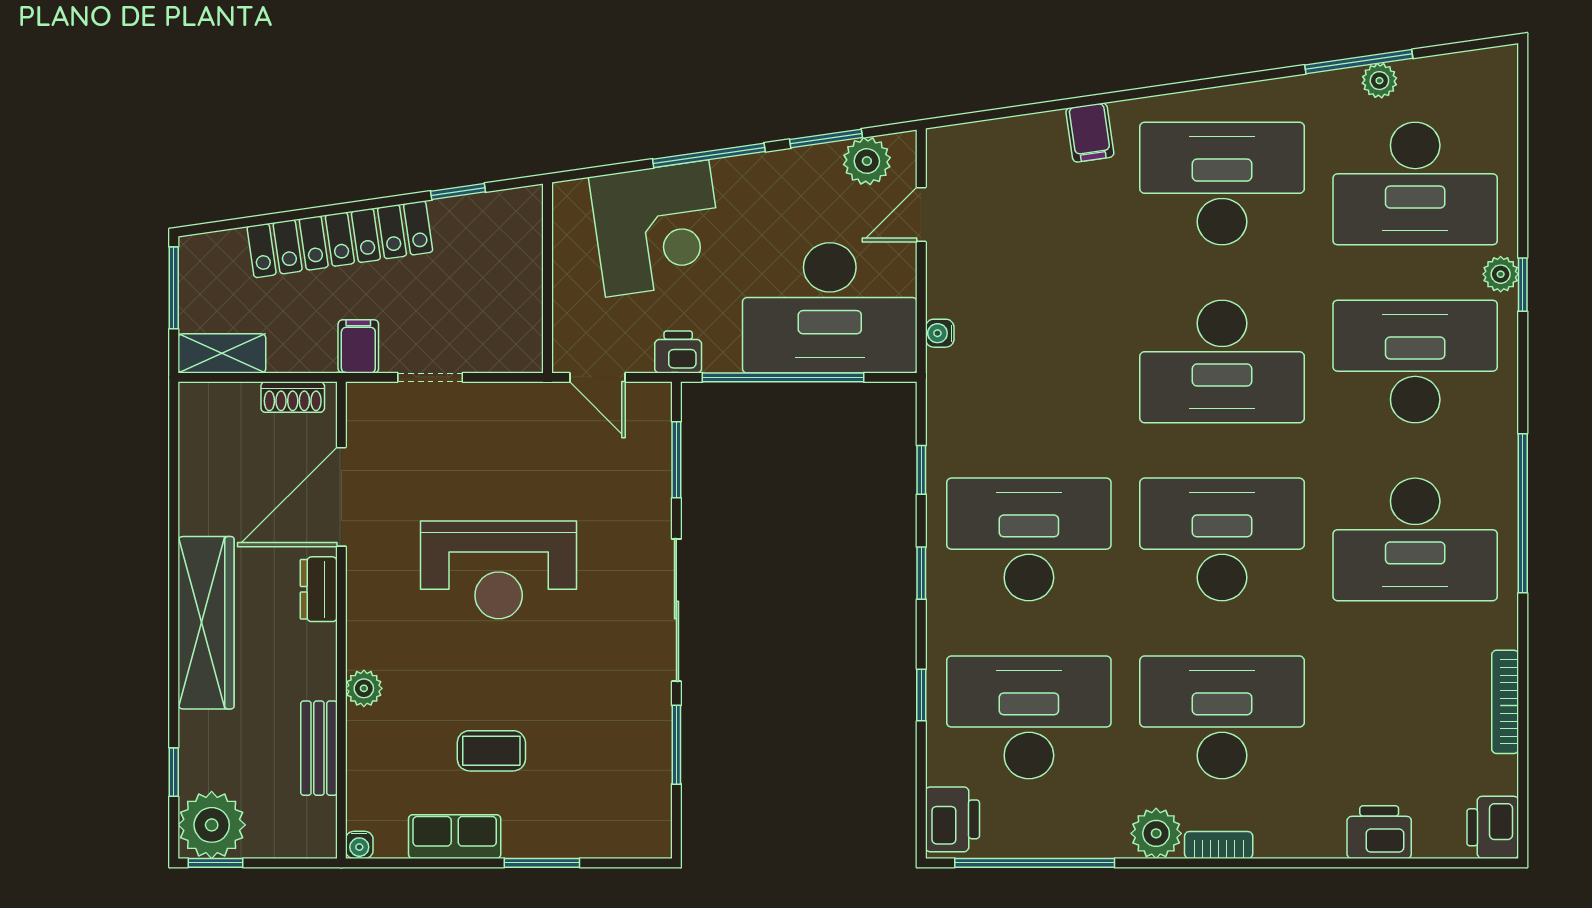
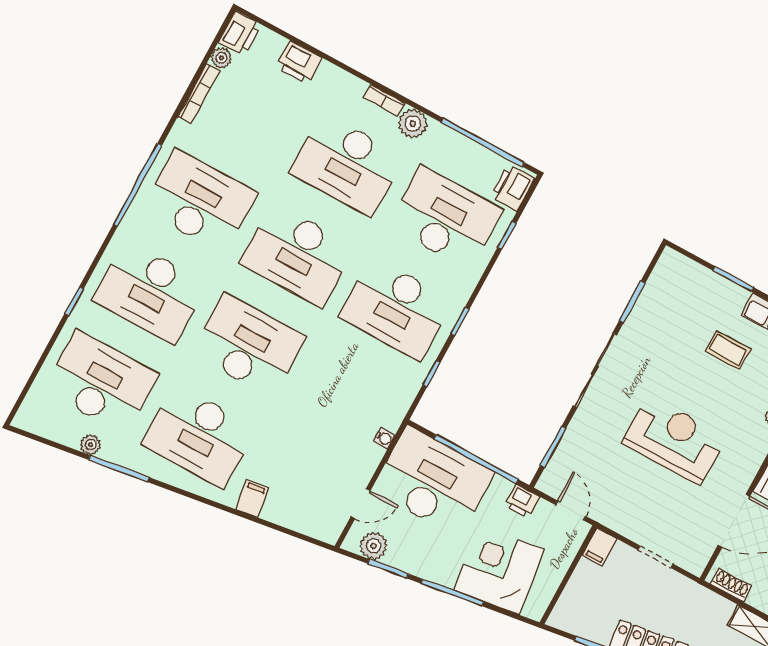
window: (1359, 62) -> (119, 468), moved
plant: (1501, 274) -> (221, 58), moved
filing cabinet: (358, 346) -> (600, 547), moved
window: (921, 695) -> (507, 235), moved
desk: (1029, 717) -> (445, 218), turned 180

